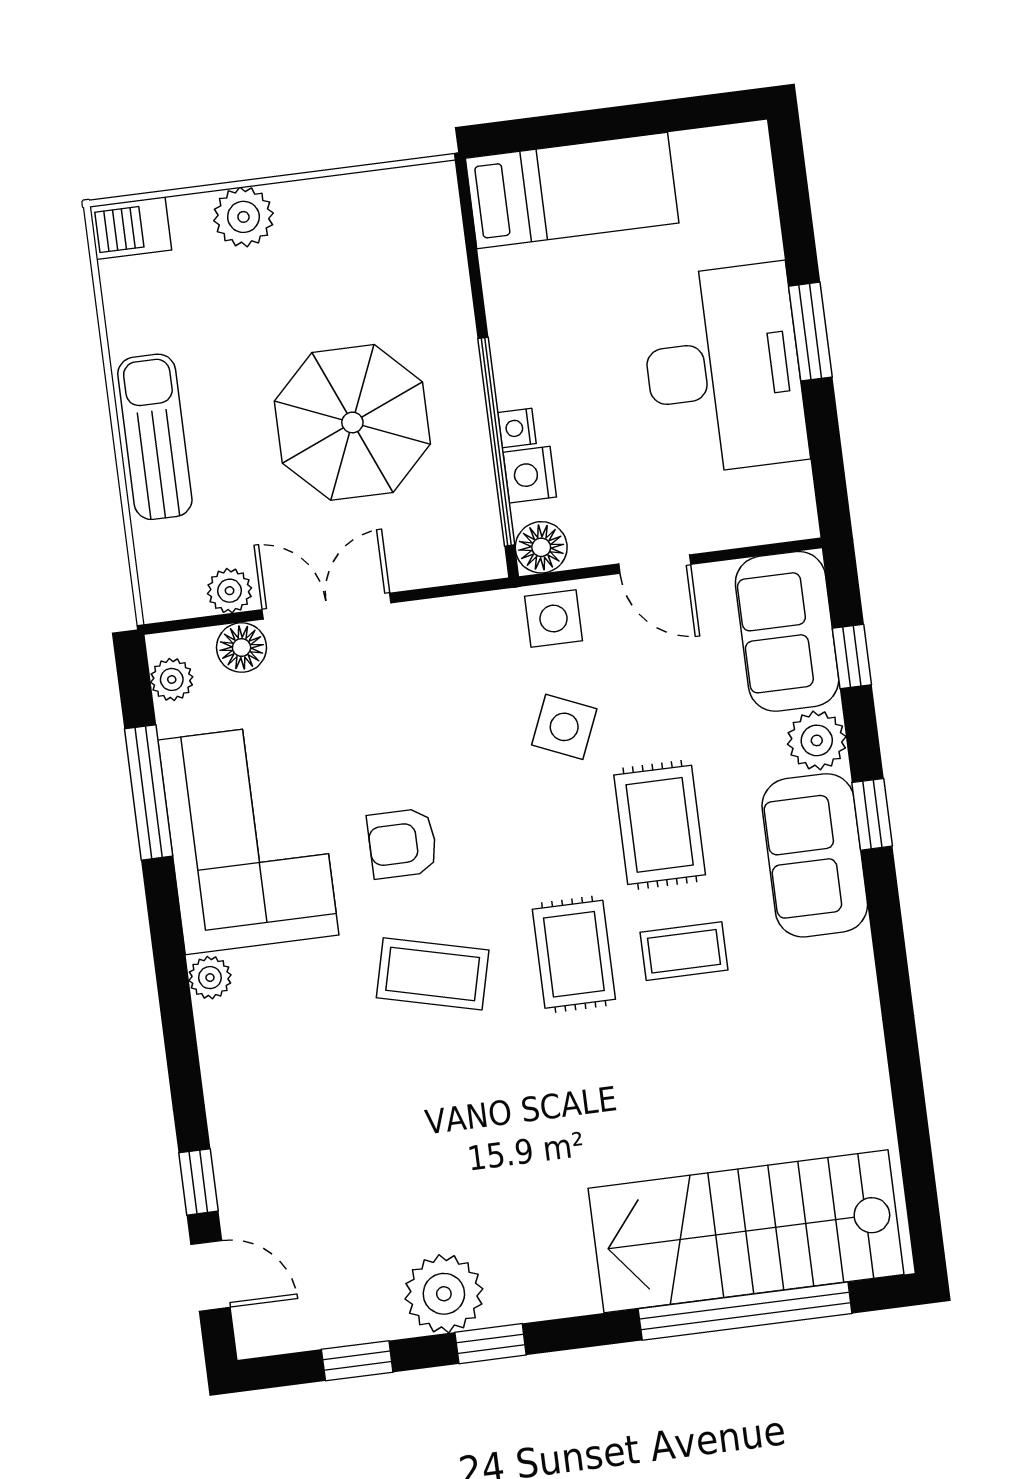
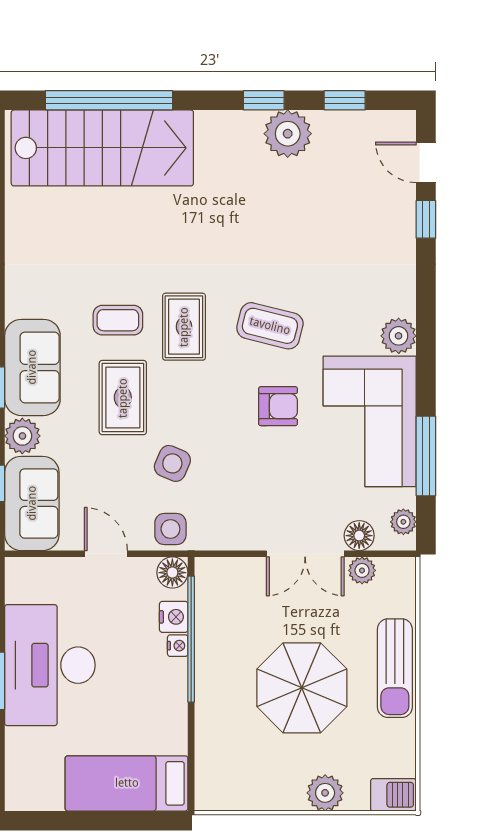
parasol: (352, 422) -> (302, 688), moved
plant: (210, 978) -> (399, 336), width x1.38, depth x1.38

